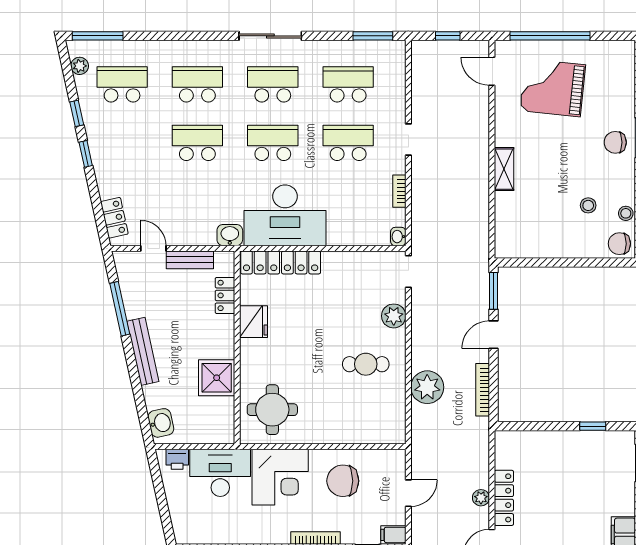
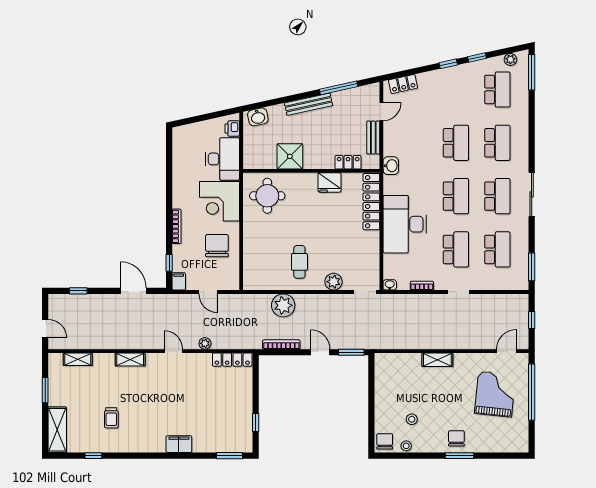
desk: (285, 215) -> (405, 224), moved
locker: (504, 498) -> (232, 360), moved

